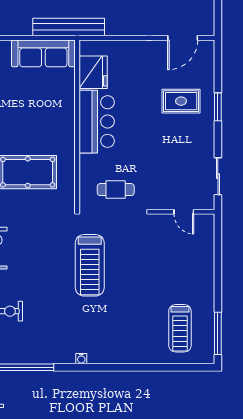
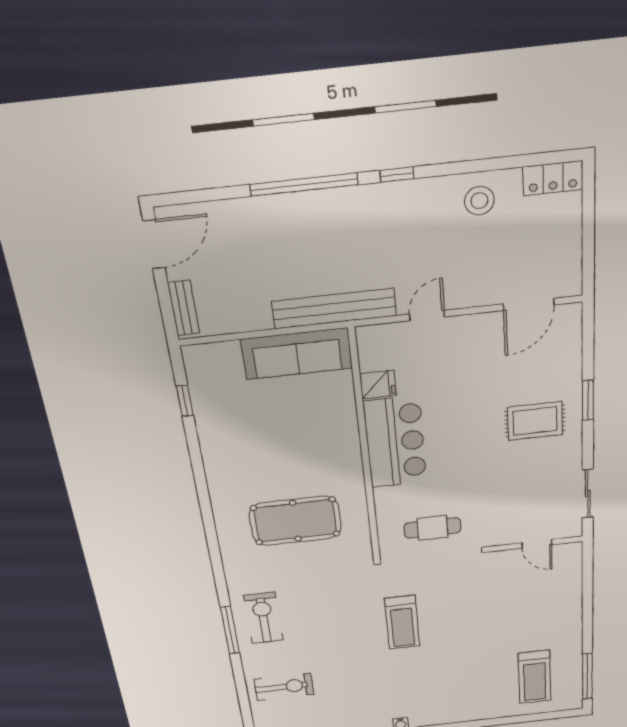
door: (122, 38) -> (427, 315), added
fridge: (93, 72) -> (378, 385), width x0.53, depth x0.75
rug: (181, 101) -> (535, 421), moved
treadmill: (90, 265) -> (402, 622), width x0.73, depth x0.73

